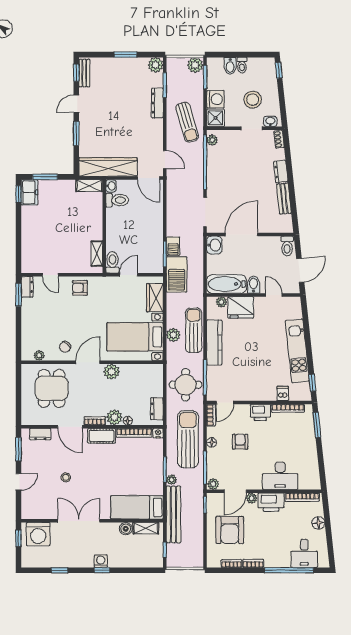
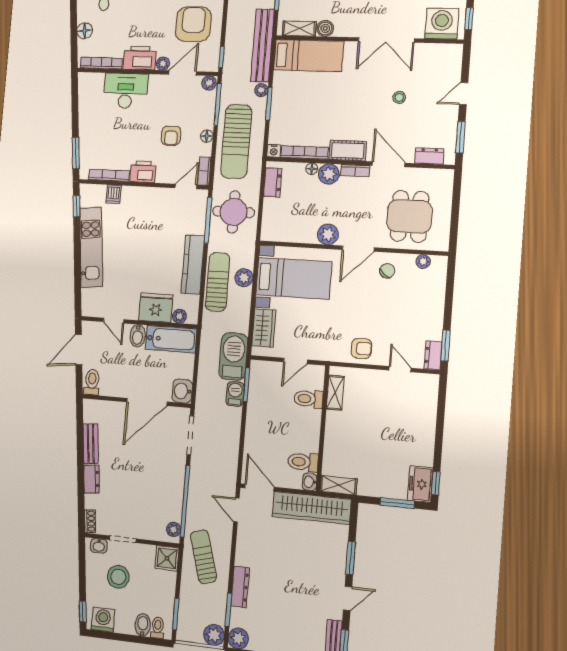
plant: (195, 65) -> (214, 635), moved
toilet: (242, 65) -> (158, 628), moved
washing machine: (215, 99) -> (103, 620), moved, turned 90
toilet: (112, 262) -> (308, 399), moved, turned 90
sun lounger: (194, 330) -> (218, 282), turned 180

